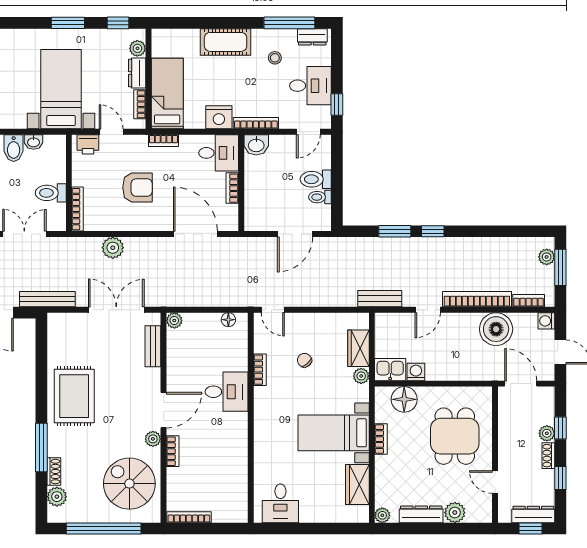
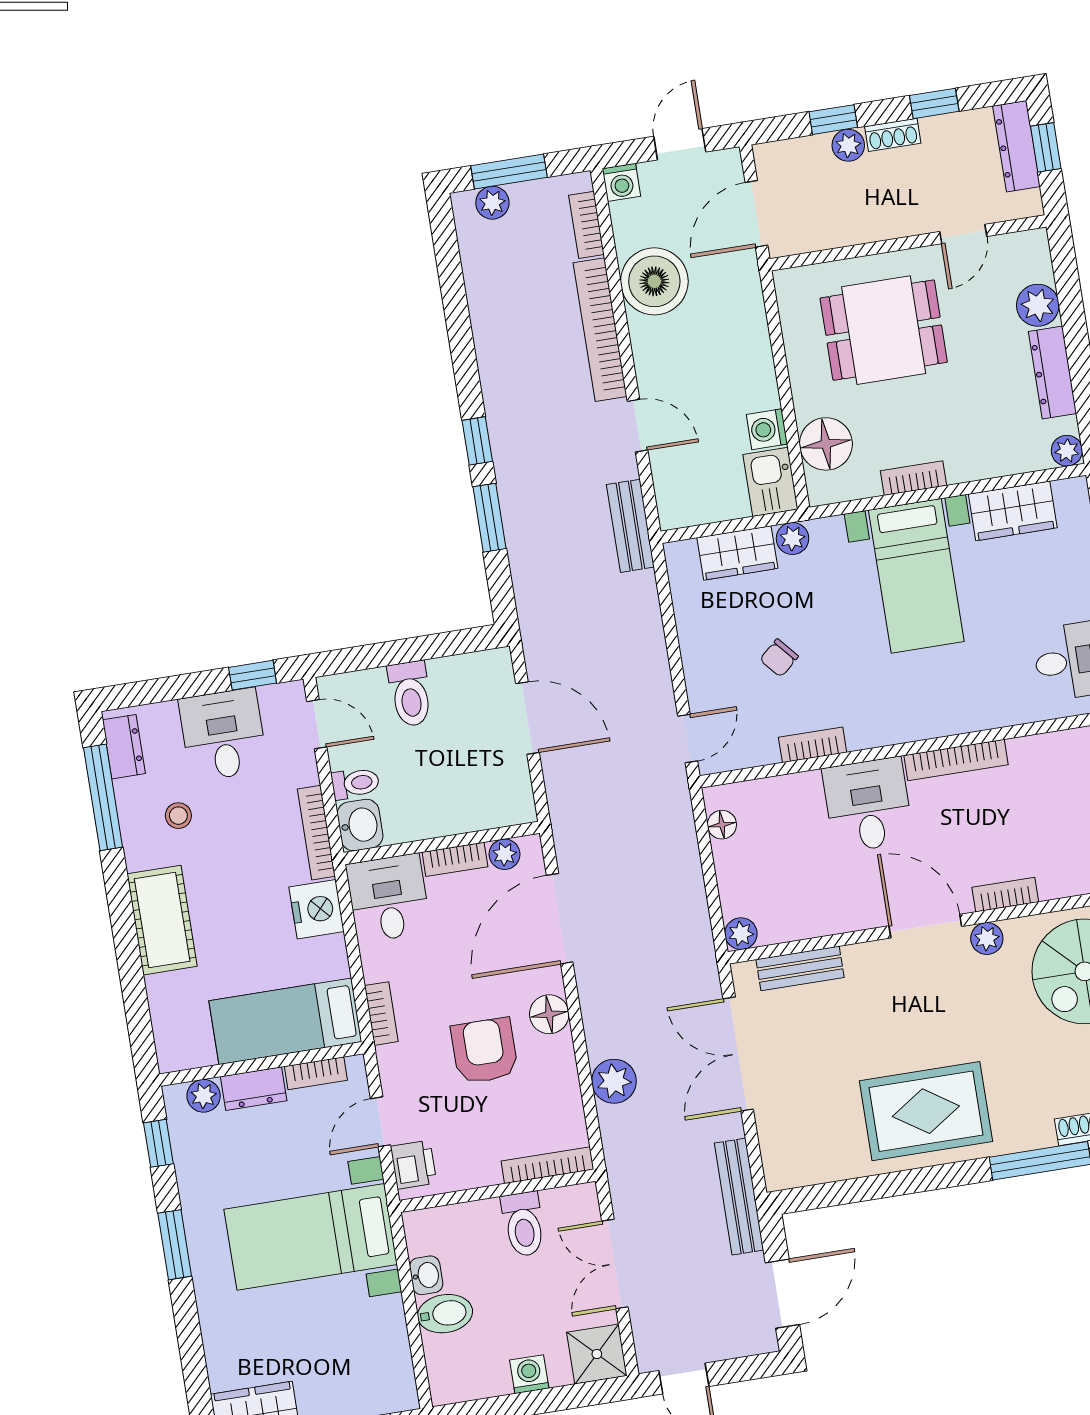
toilet: (320, 197) -> (355, 783), moved, turned -90
plant: (231, 212) -> (505, 854), added
floor lamp: (150, 222) -> (549, 1014), added
bookcase: (241, 438) -> (956, 760), added

